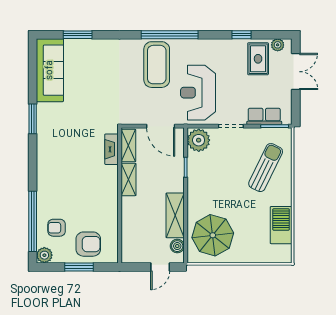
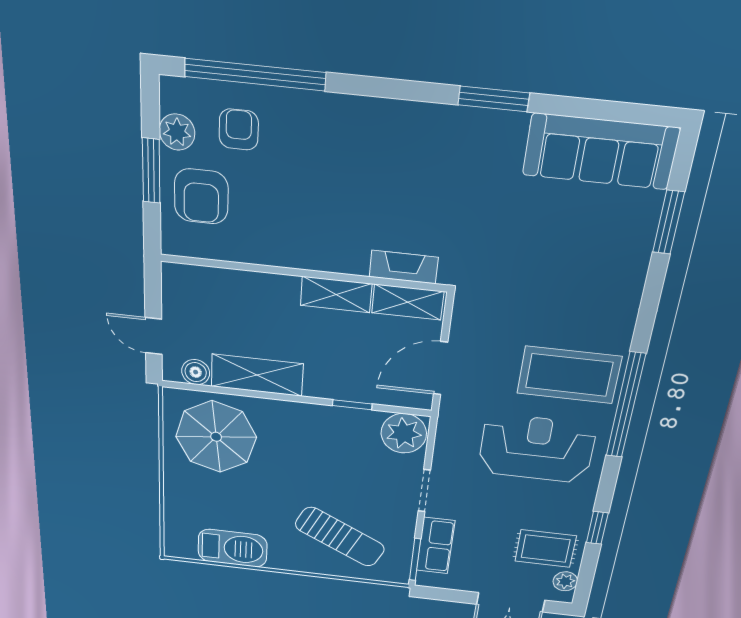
reception desk: (198, 93) -> (537, 448), moved
plant: (44, 255) -> (177, 132), moved

